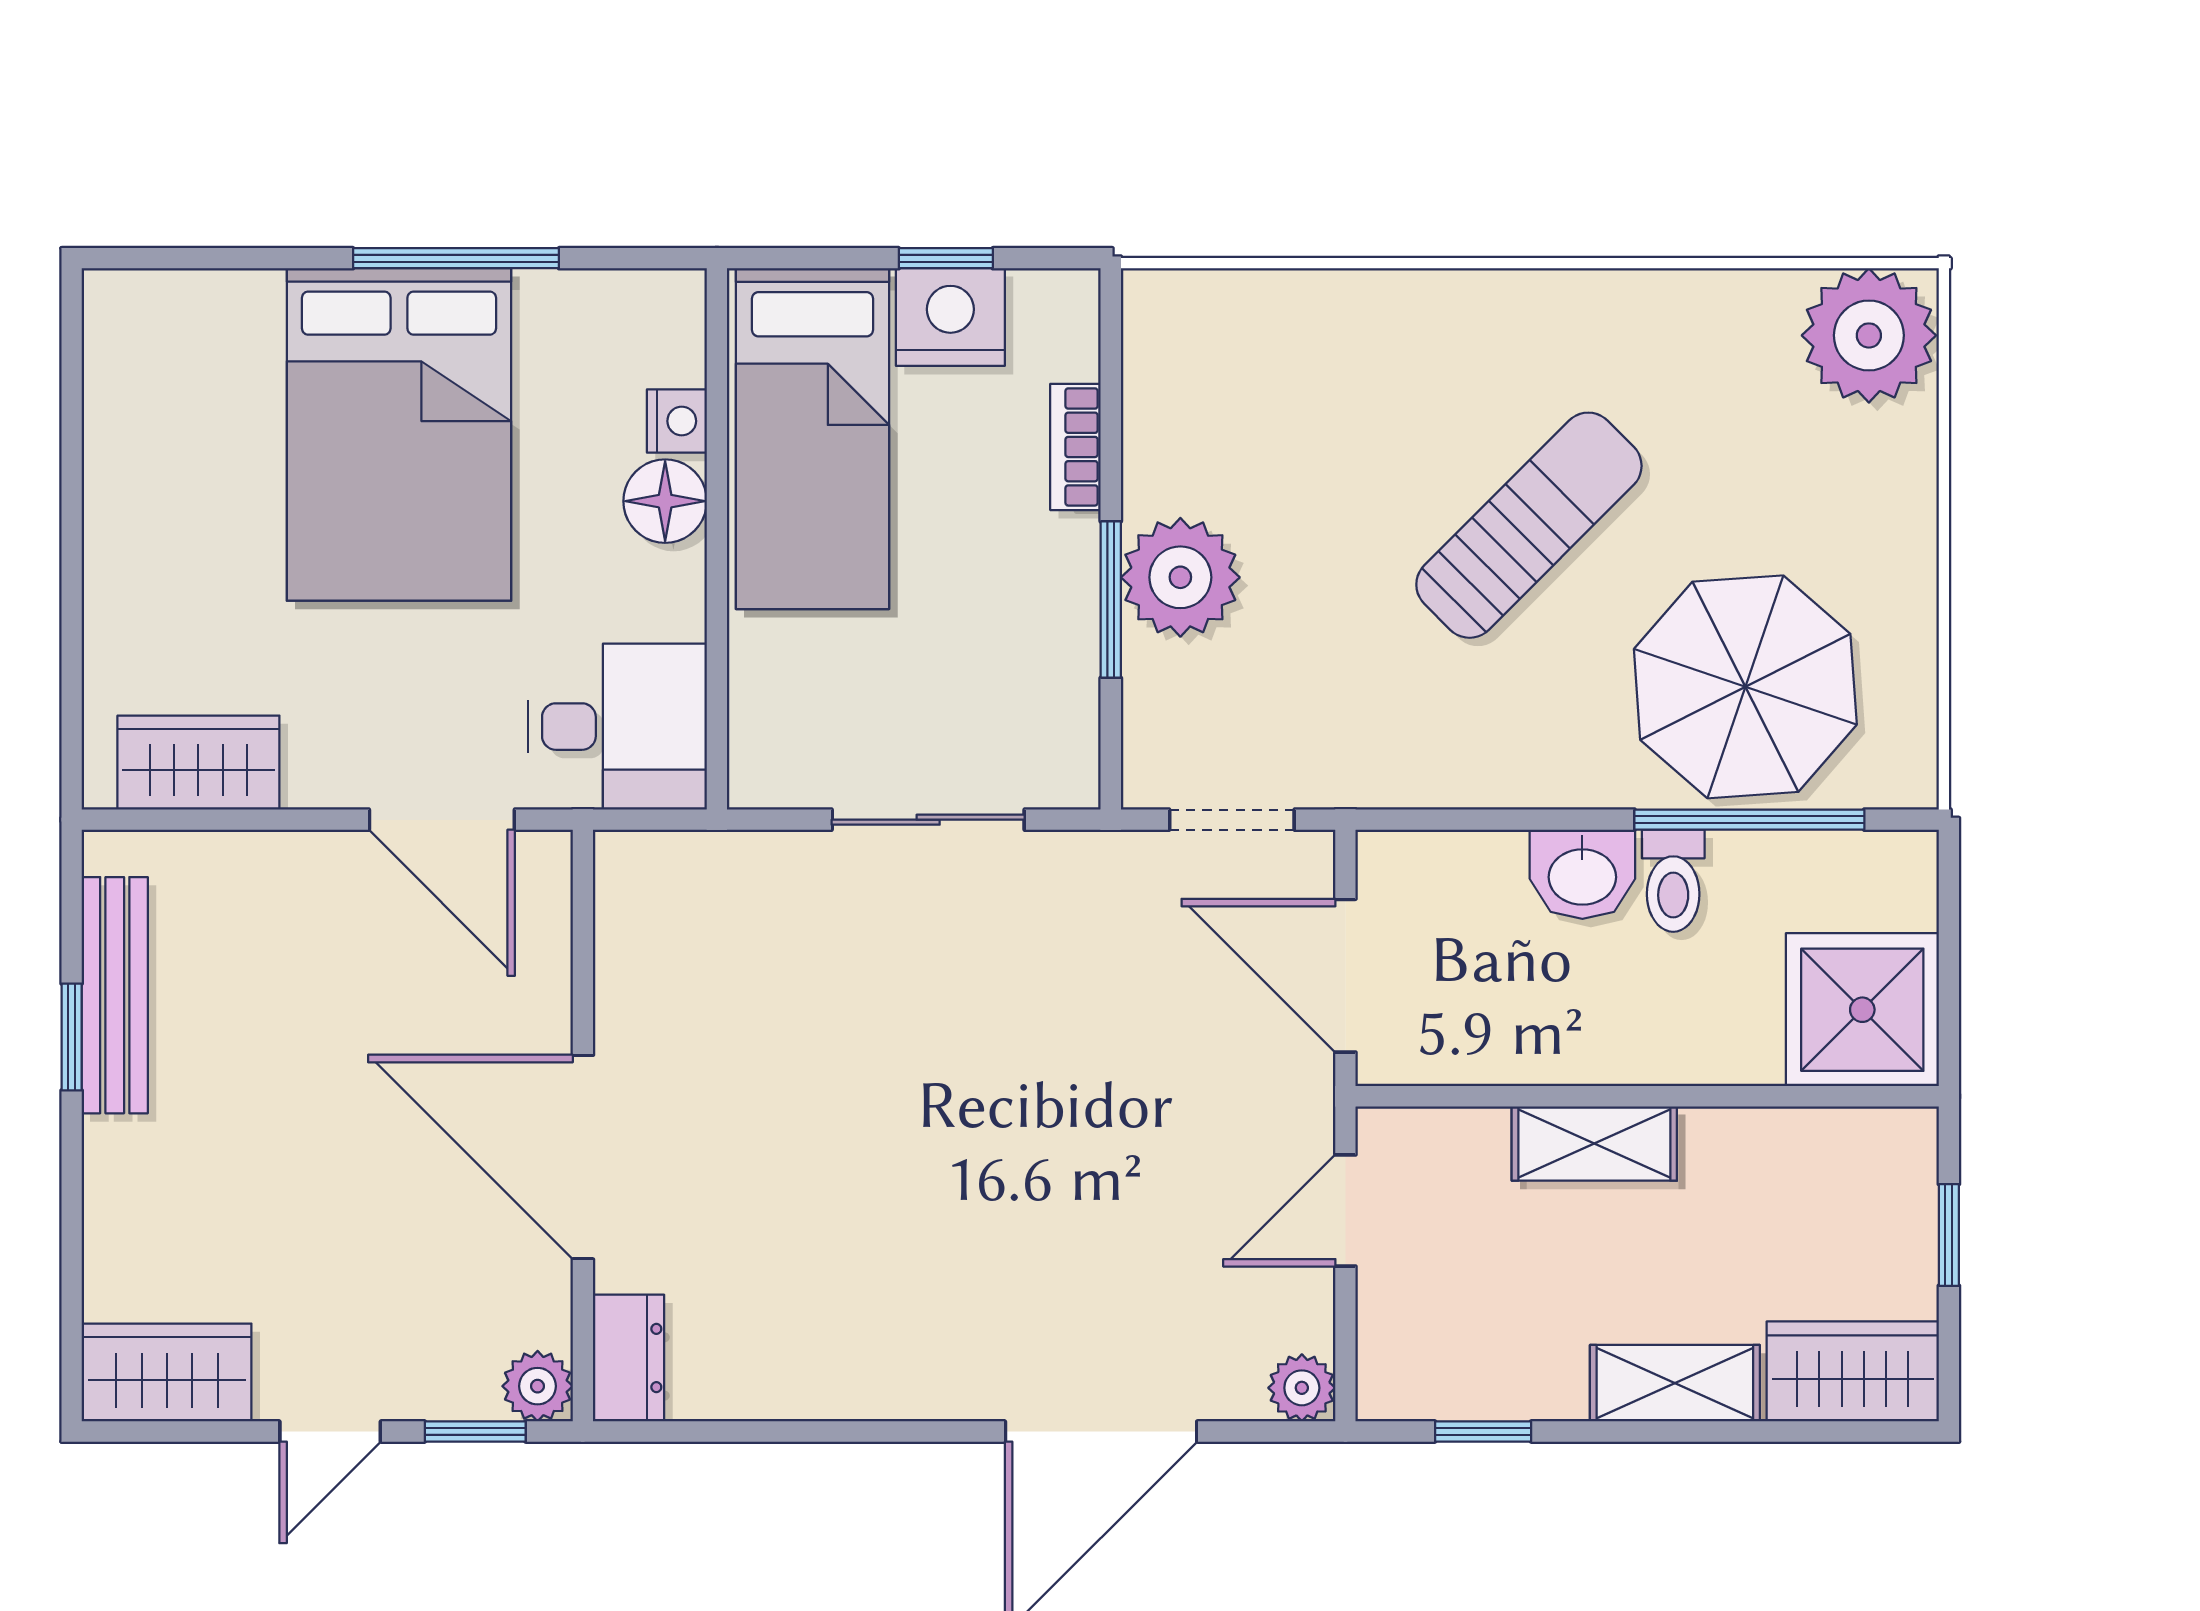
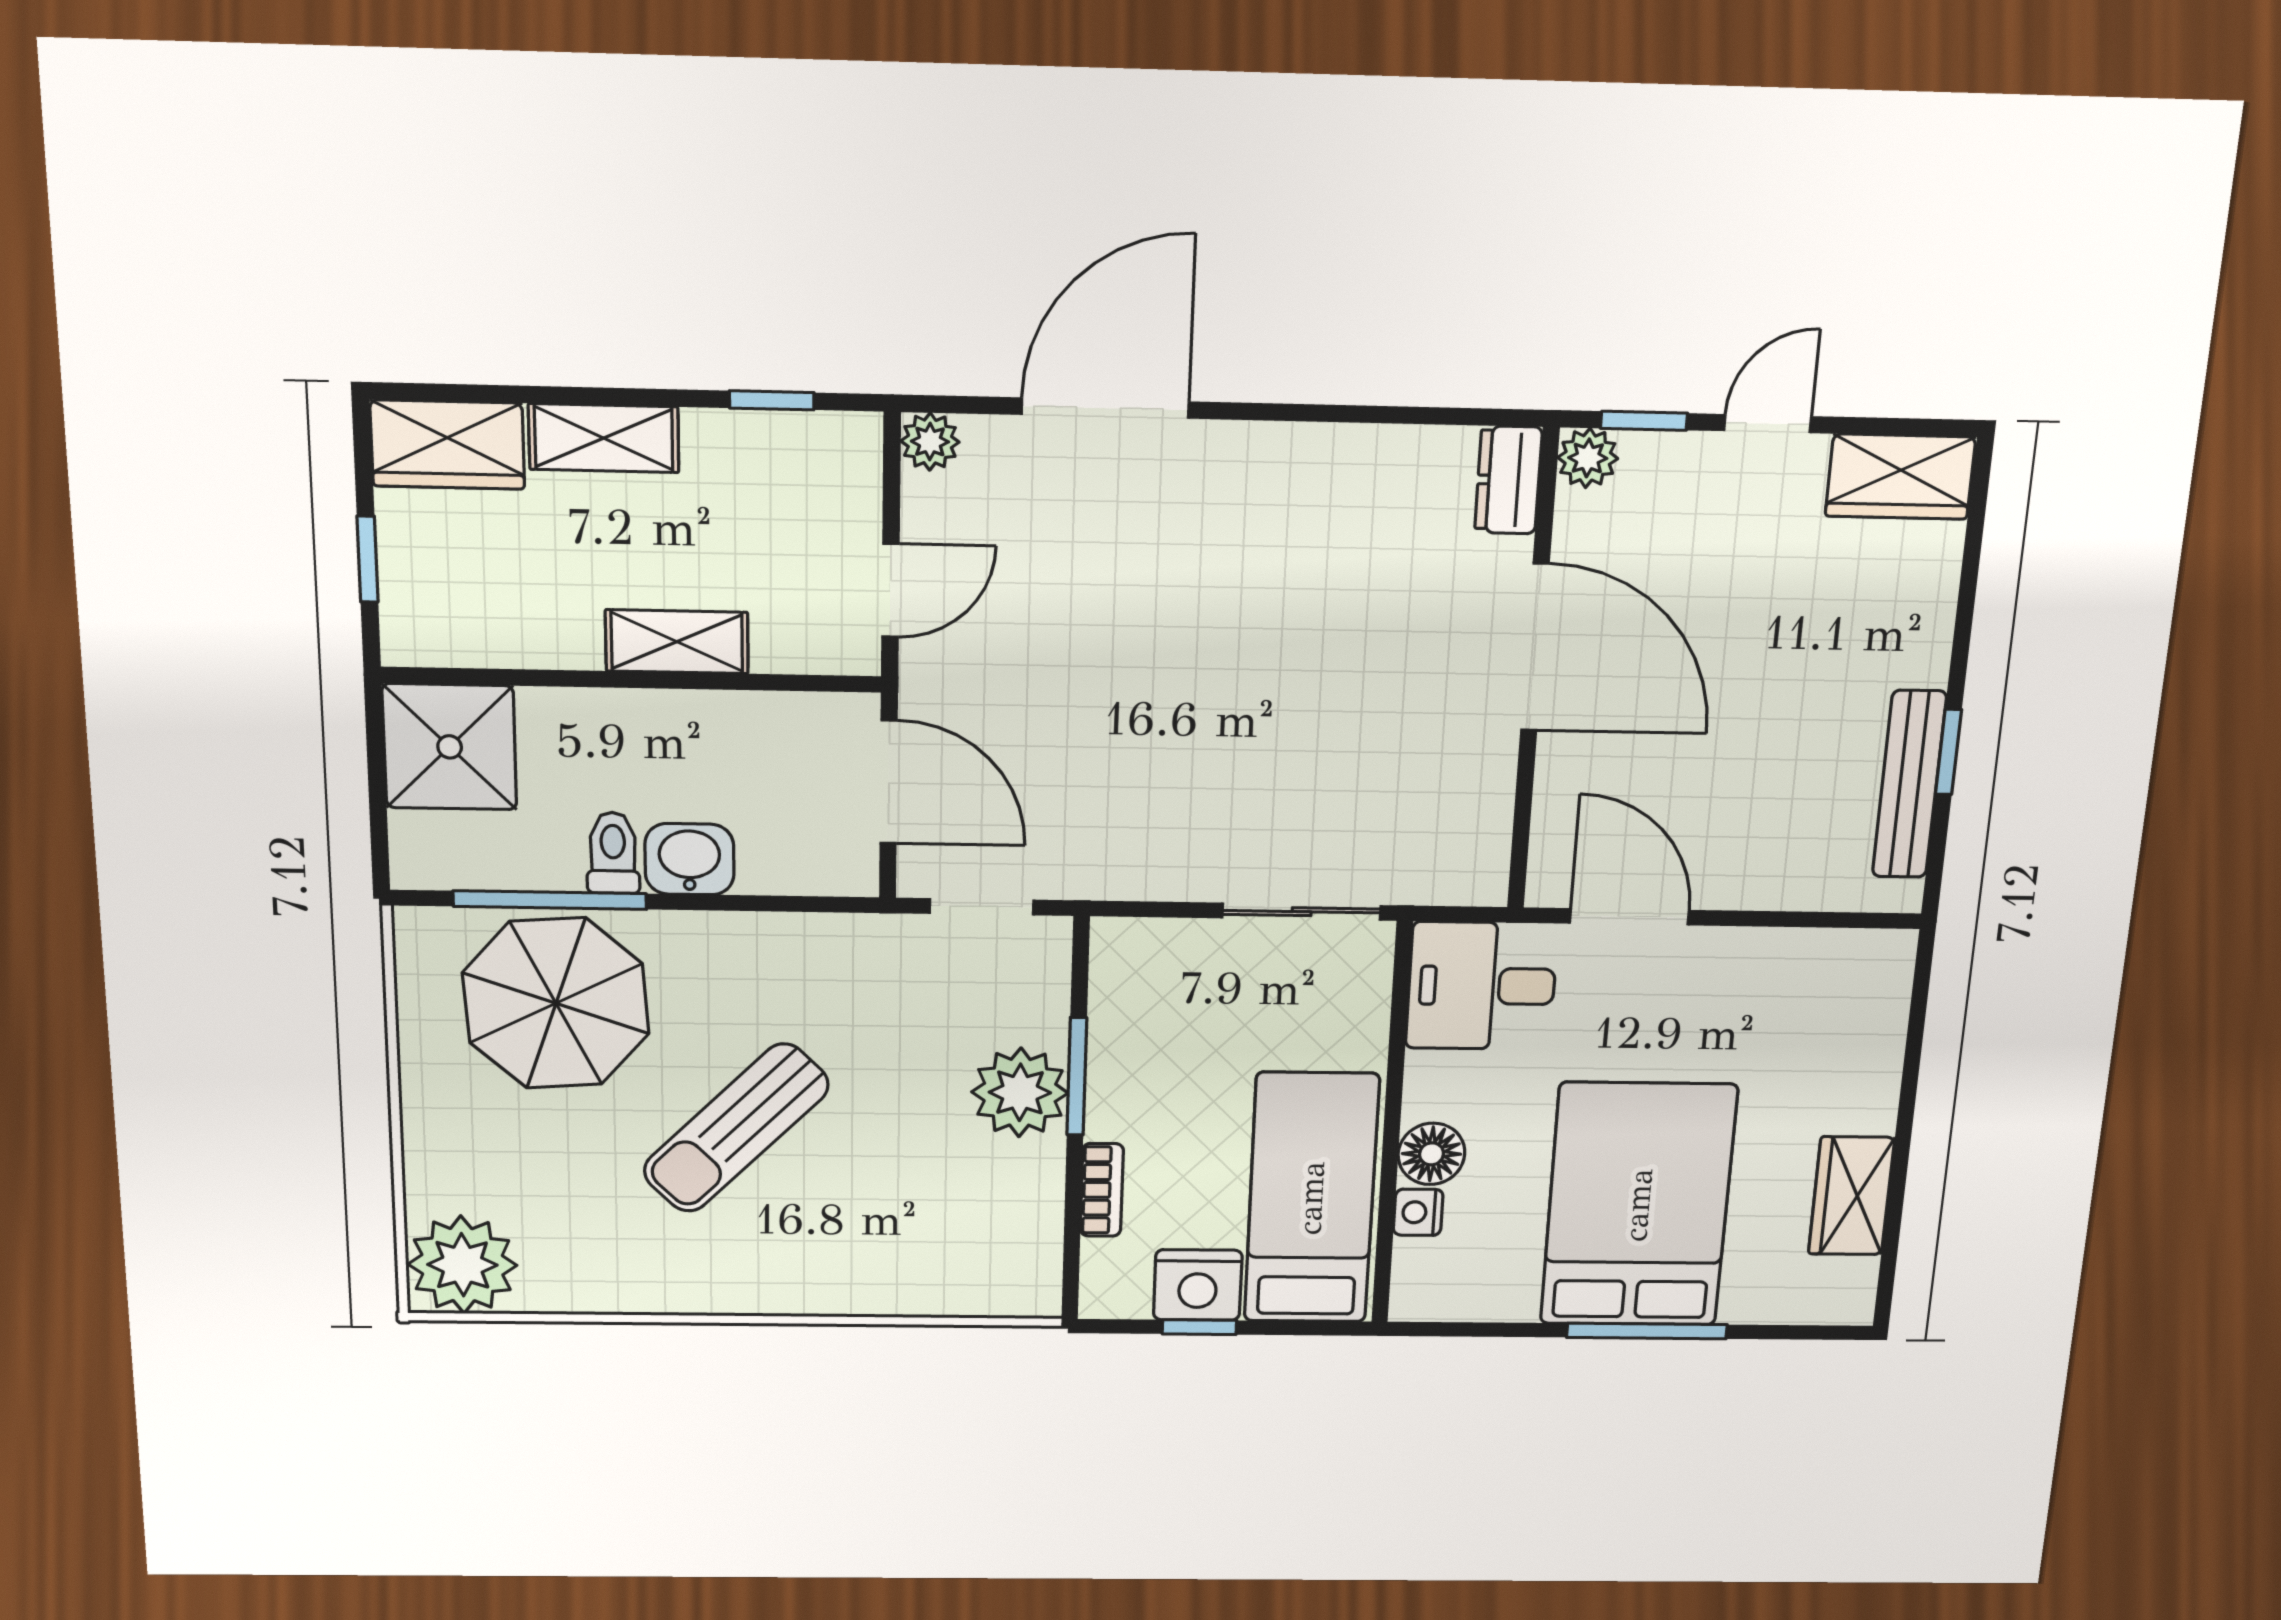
window: (456, 258) -> (1647, 1331), moved
wardrobe: (198, 763) -> (1851, 1196), moved, turned 90
sliding door: (928, 820) -> (1302, 912), moved

